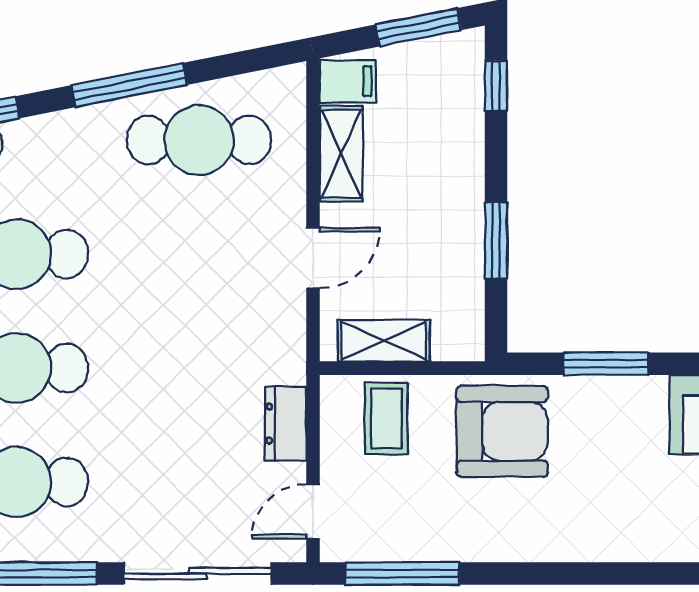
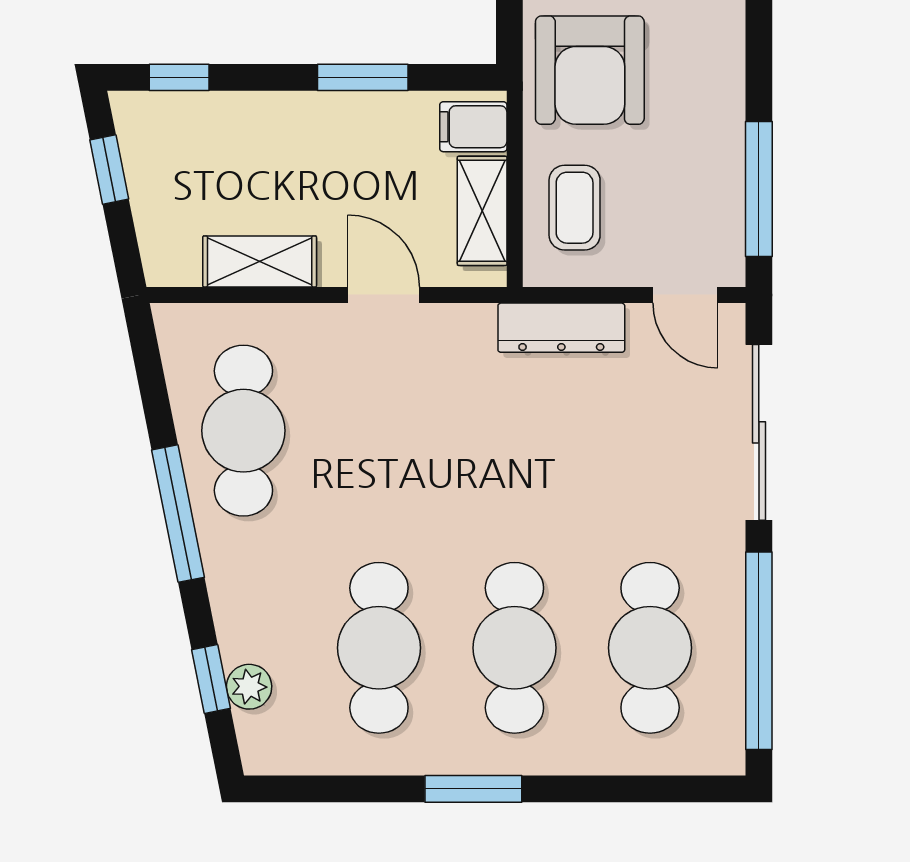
window: (419, 27) -> (109, 170), width x0.67
filing cabinet: (348, 81) -> (473, 127), moved, turned -90
coffee table: (386, 419) -> (575, 208), turned 90
dresser: (286, 424) -> (561, 328), width x1.44
armchair: (502, 431) -> (590, 70), turned 180

